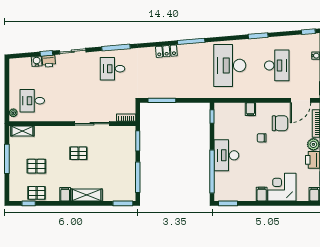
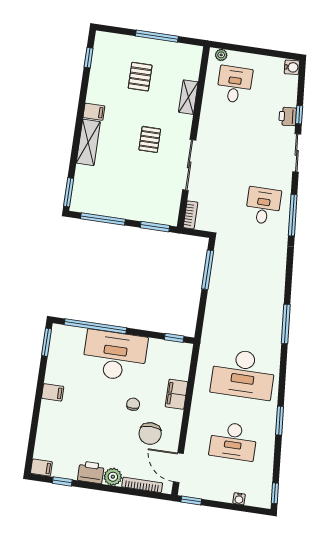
locker: (166, 51) -> (277, 287), removed
water cooler: (37, 61) -> (292, 67), moved
desk: (230, 65) -> (243, 374), turned 180
filing cabinet: (250, 109) -> (176, 394), width x2.00
shelving: (22, 131) -> (188, 97), moved
desk: (226, 155) -> (115, 356), width x1.36, depth x1.30
corner desk: (282, 187) -> (58, 423), removed
pallet: (37, 193) -> (102, 71), removed

